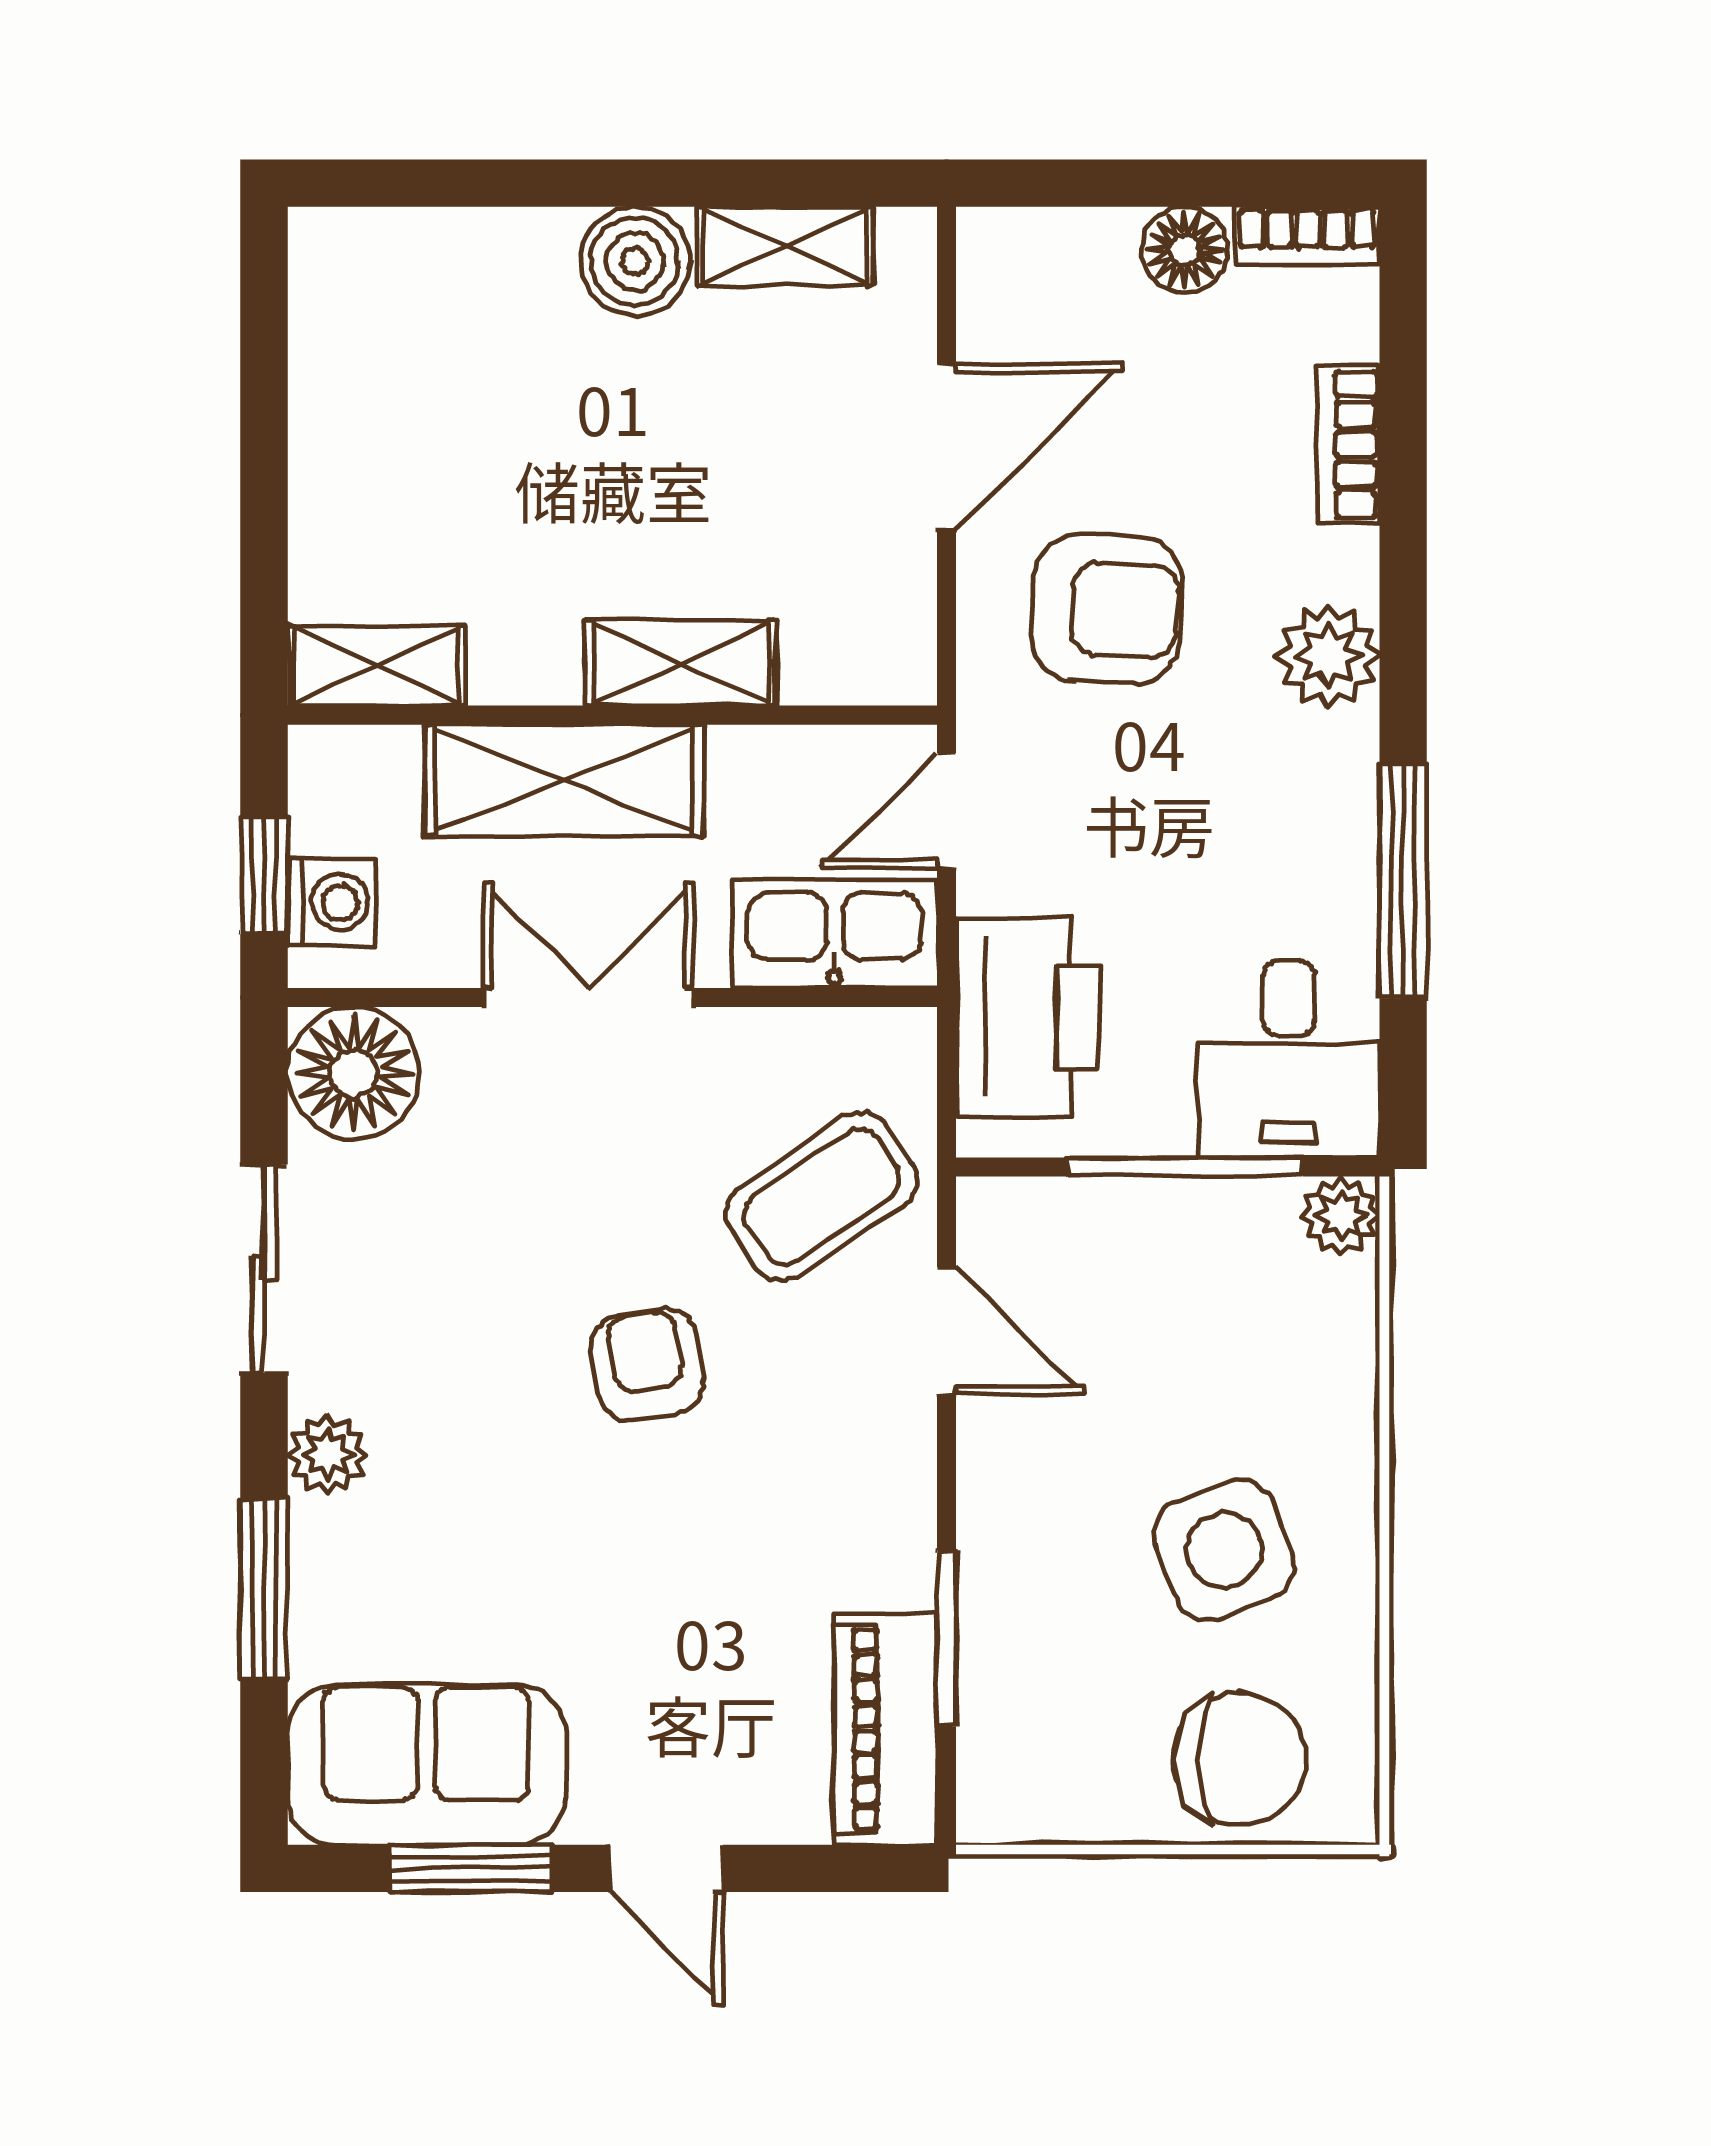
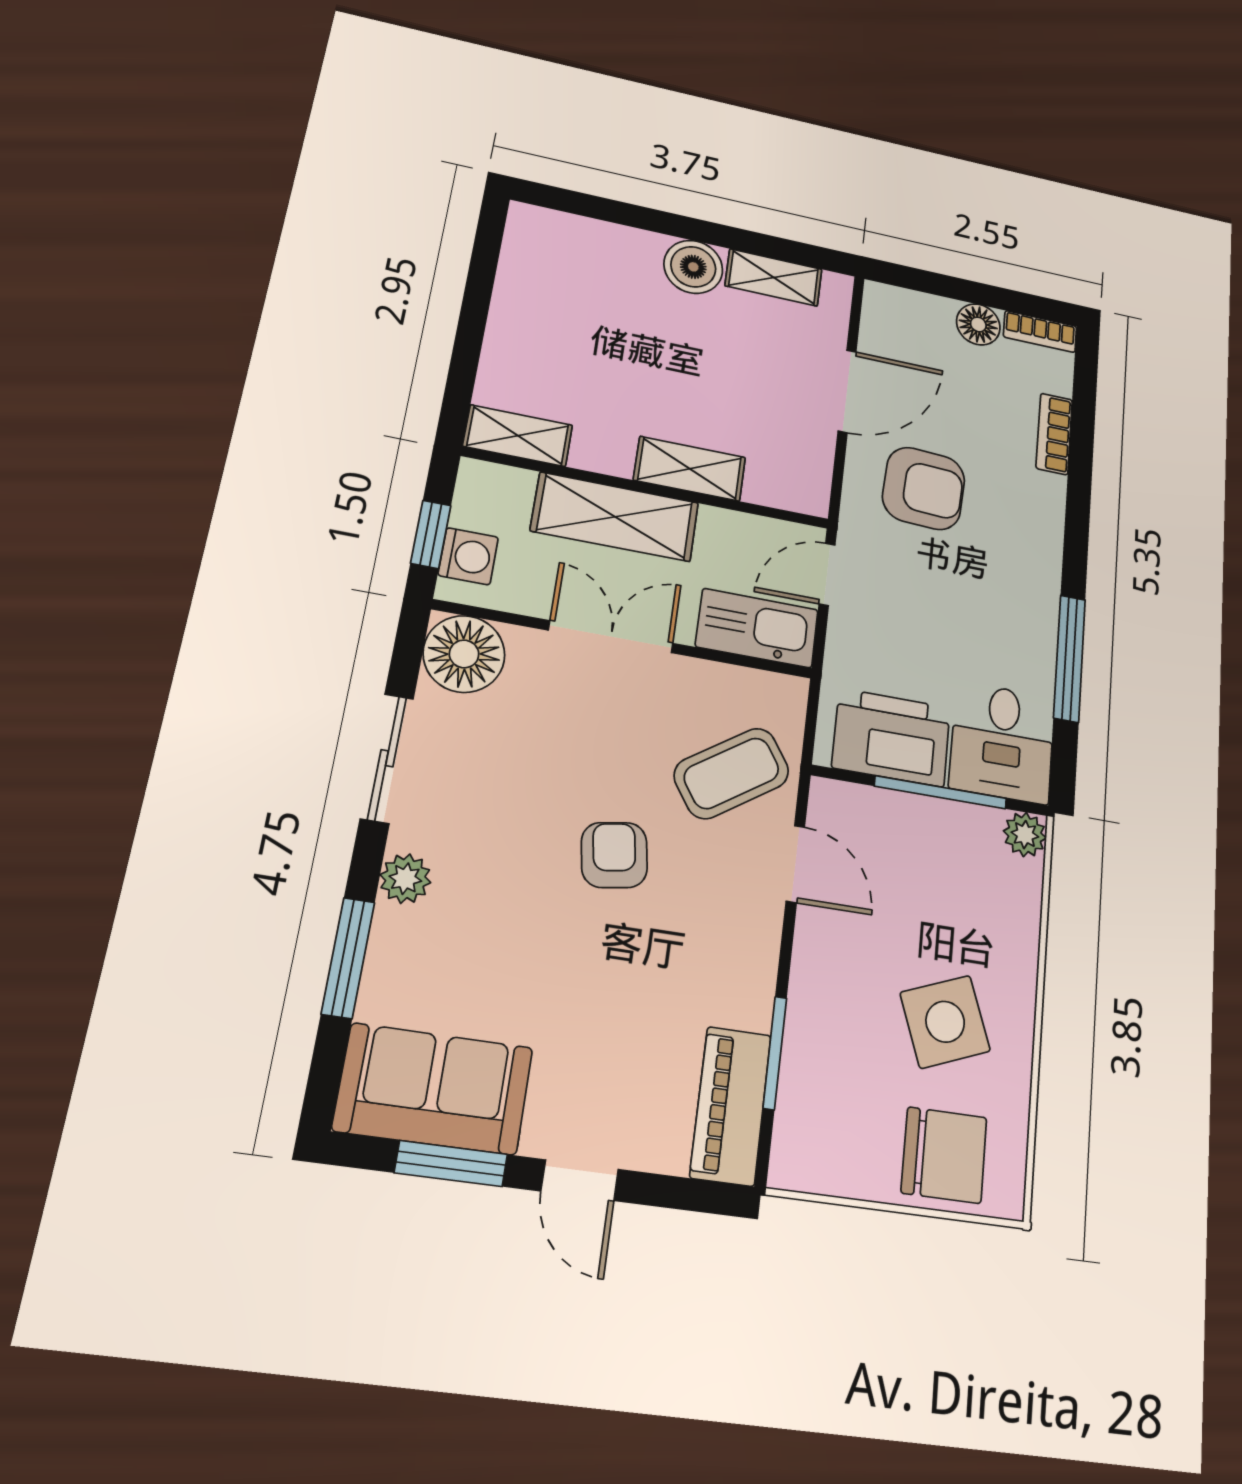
plant: (1328, 656) -> (1038, 535), removed
printer: (1028, 1017) -> (891, 737), moved, turned -90

